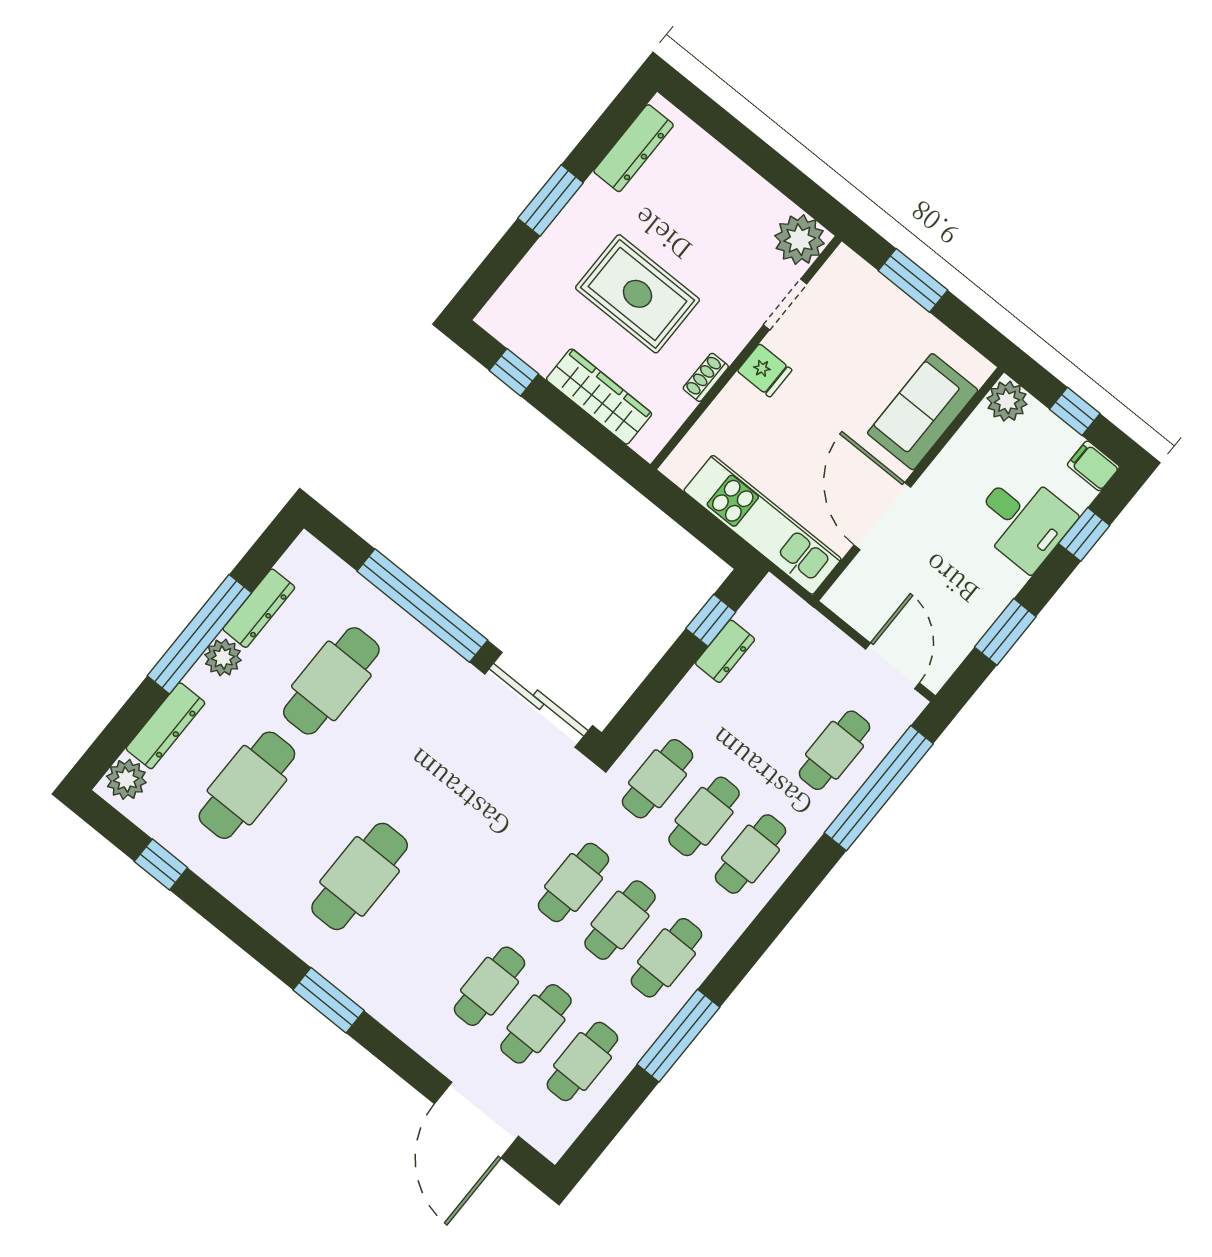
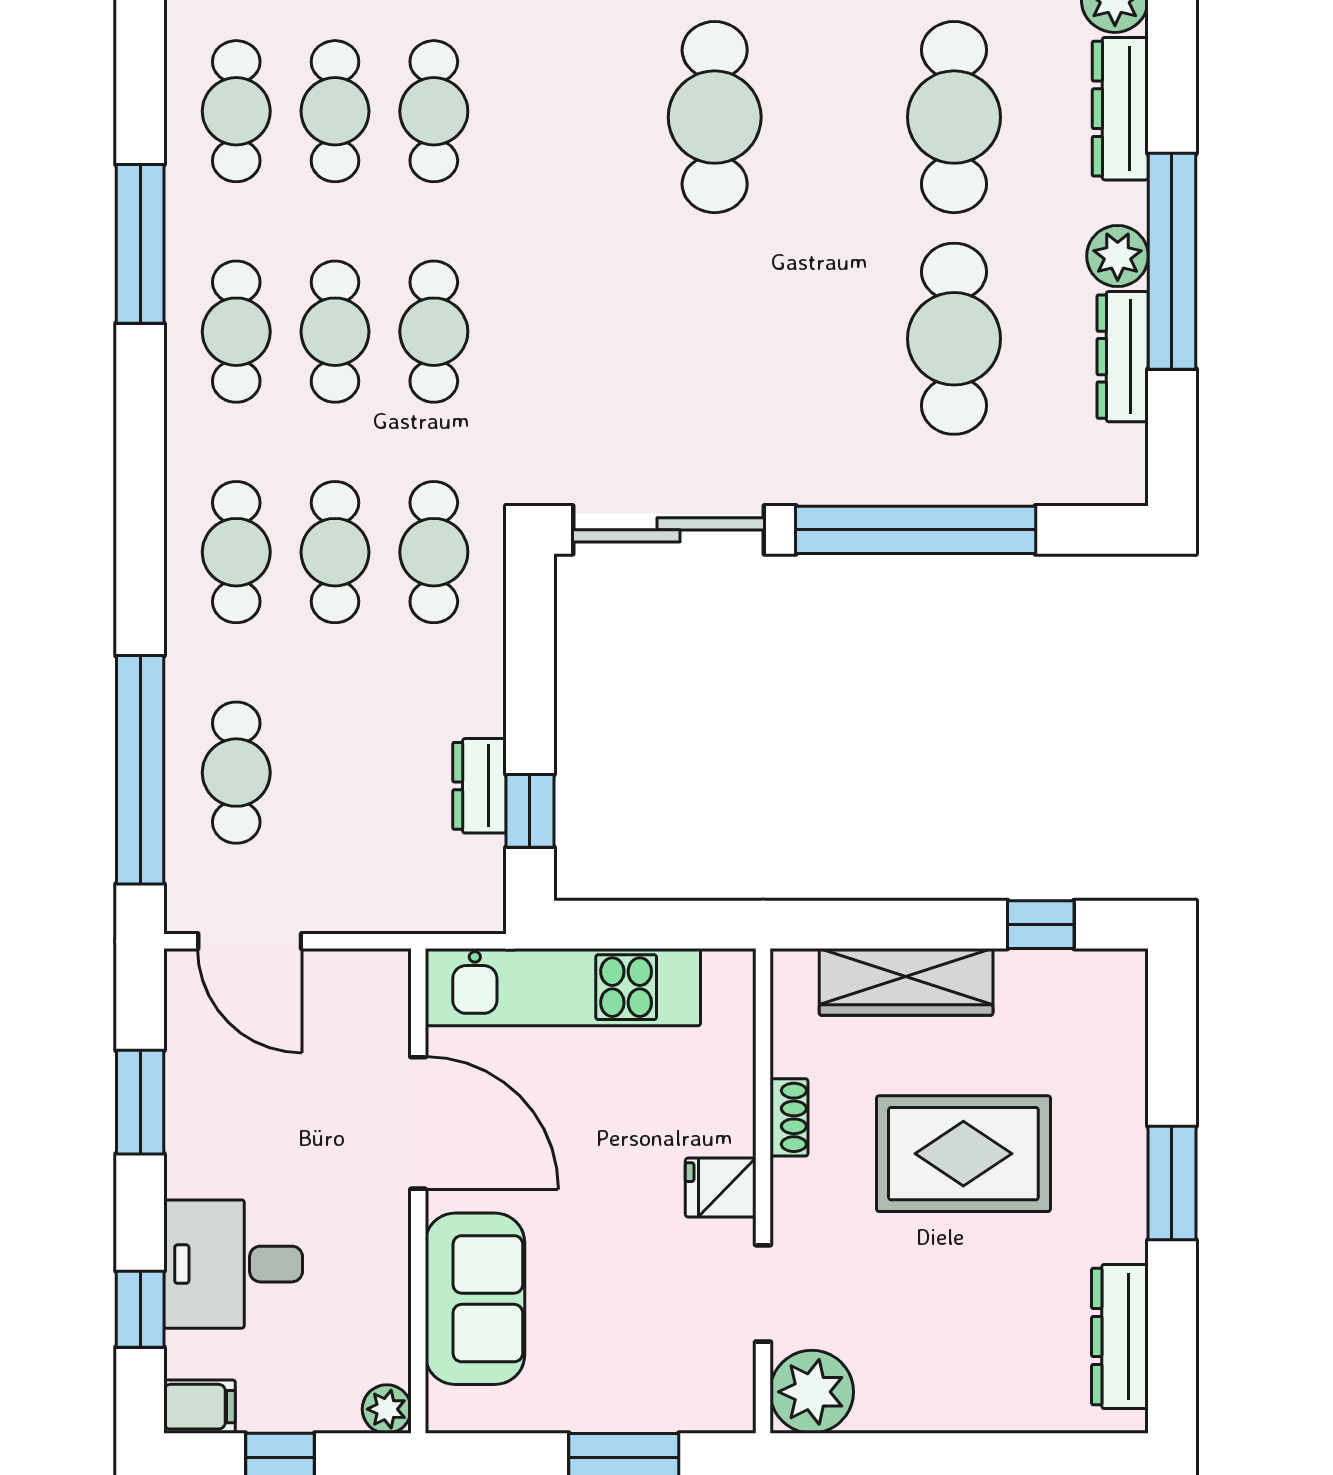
plant: (1007, 401) -> (387, 1409), width x0.73, depth x0.73

